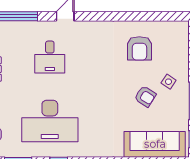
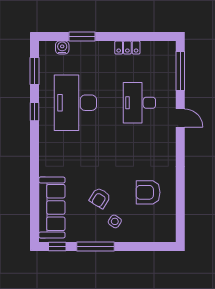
desk: (50, 57) -> (139, 103), width x1.37

